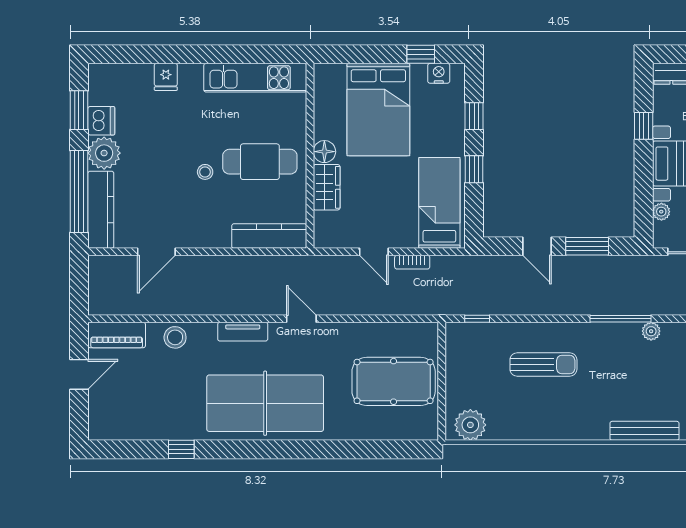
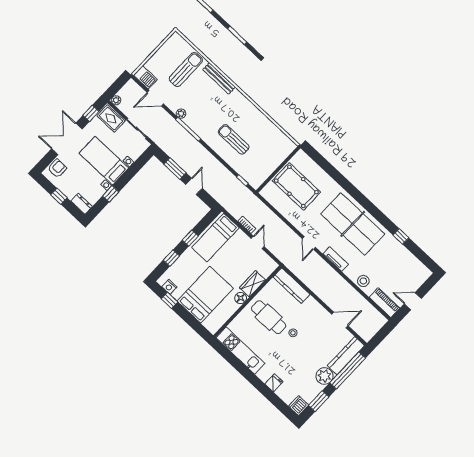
dishwasher: (101, 121) -> (299, 406), moved
plant: (661, 212) -> (135, 155), removed
plant: (470, 425) -> (283, 143), removed

